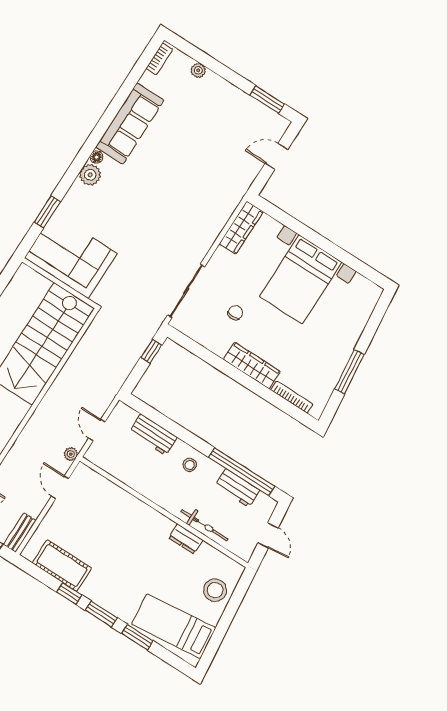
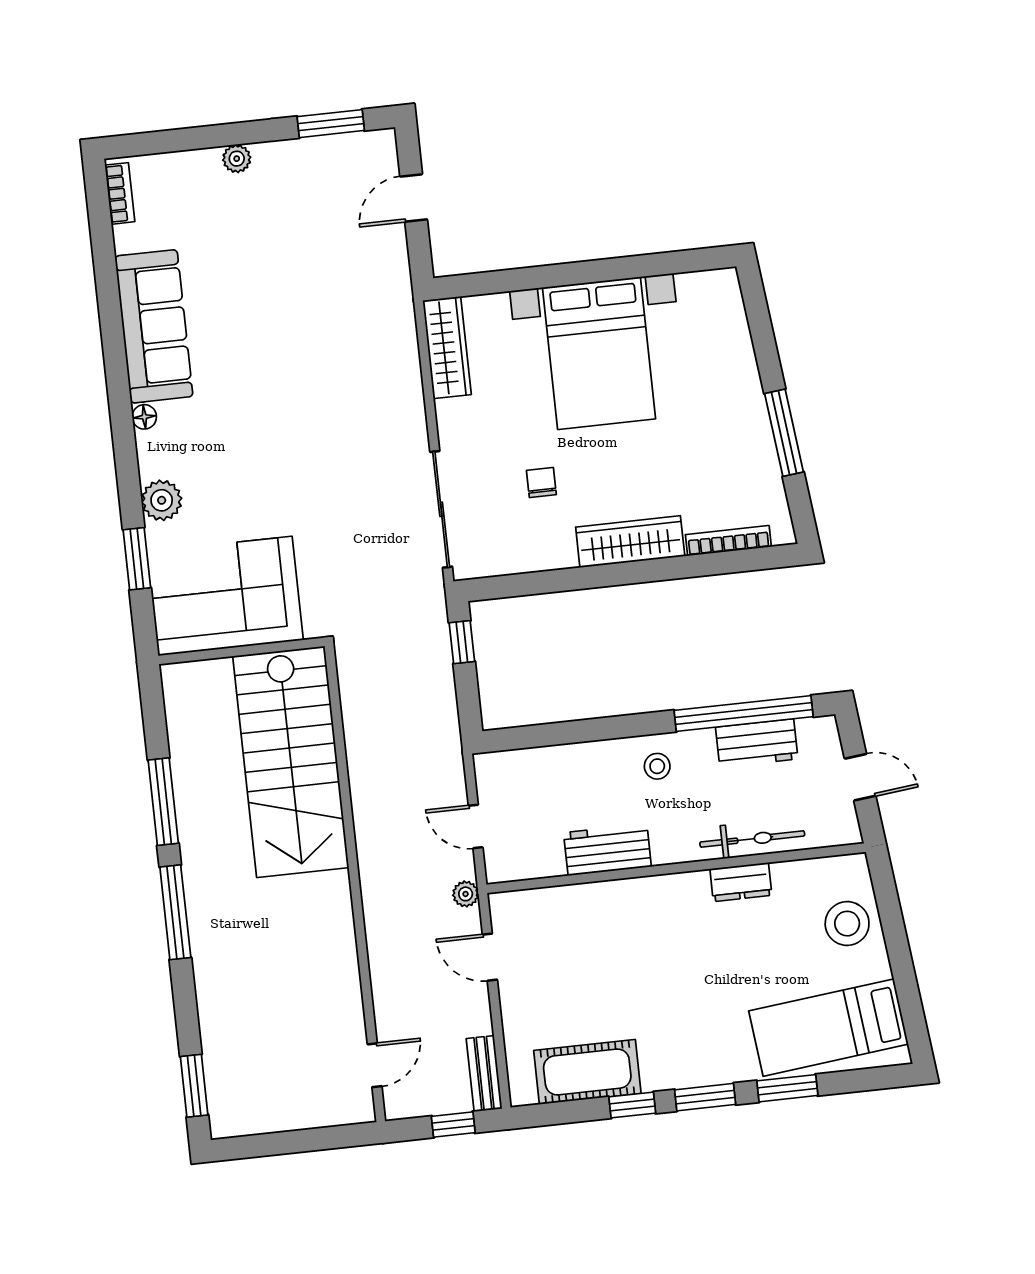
plant: (198, 70) -> (237, 159), moved
plant: (90, 175) -> (162, 500), moved
workbench: (153, 435) -> (607, 850), moved, turned 180

